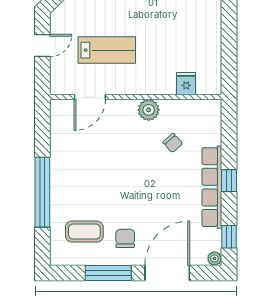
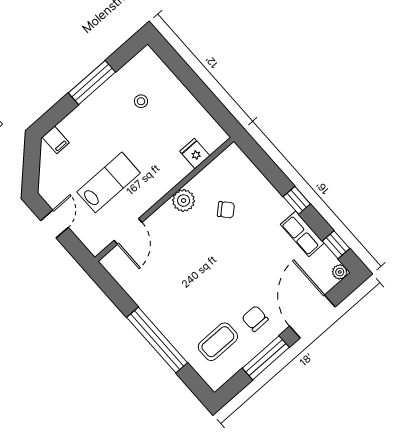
stool: (181, 13) -> (141, 101), added
row of seats: (212, 187) -> (302, 234), width x0.50

